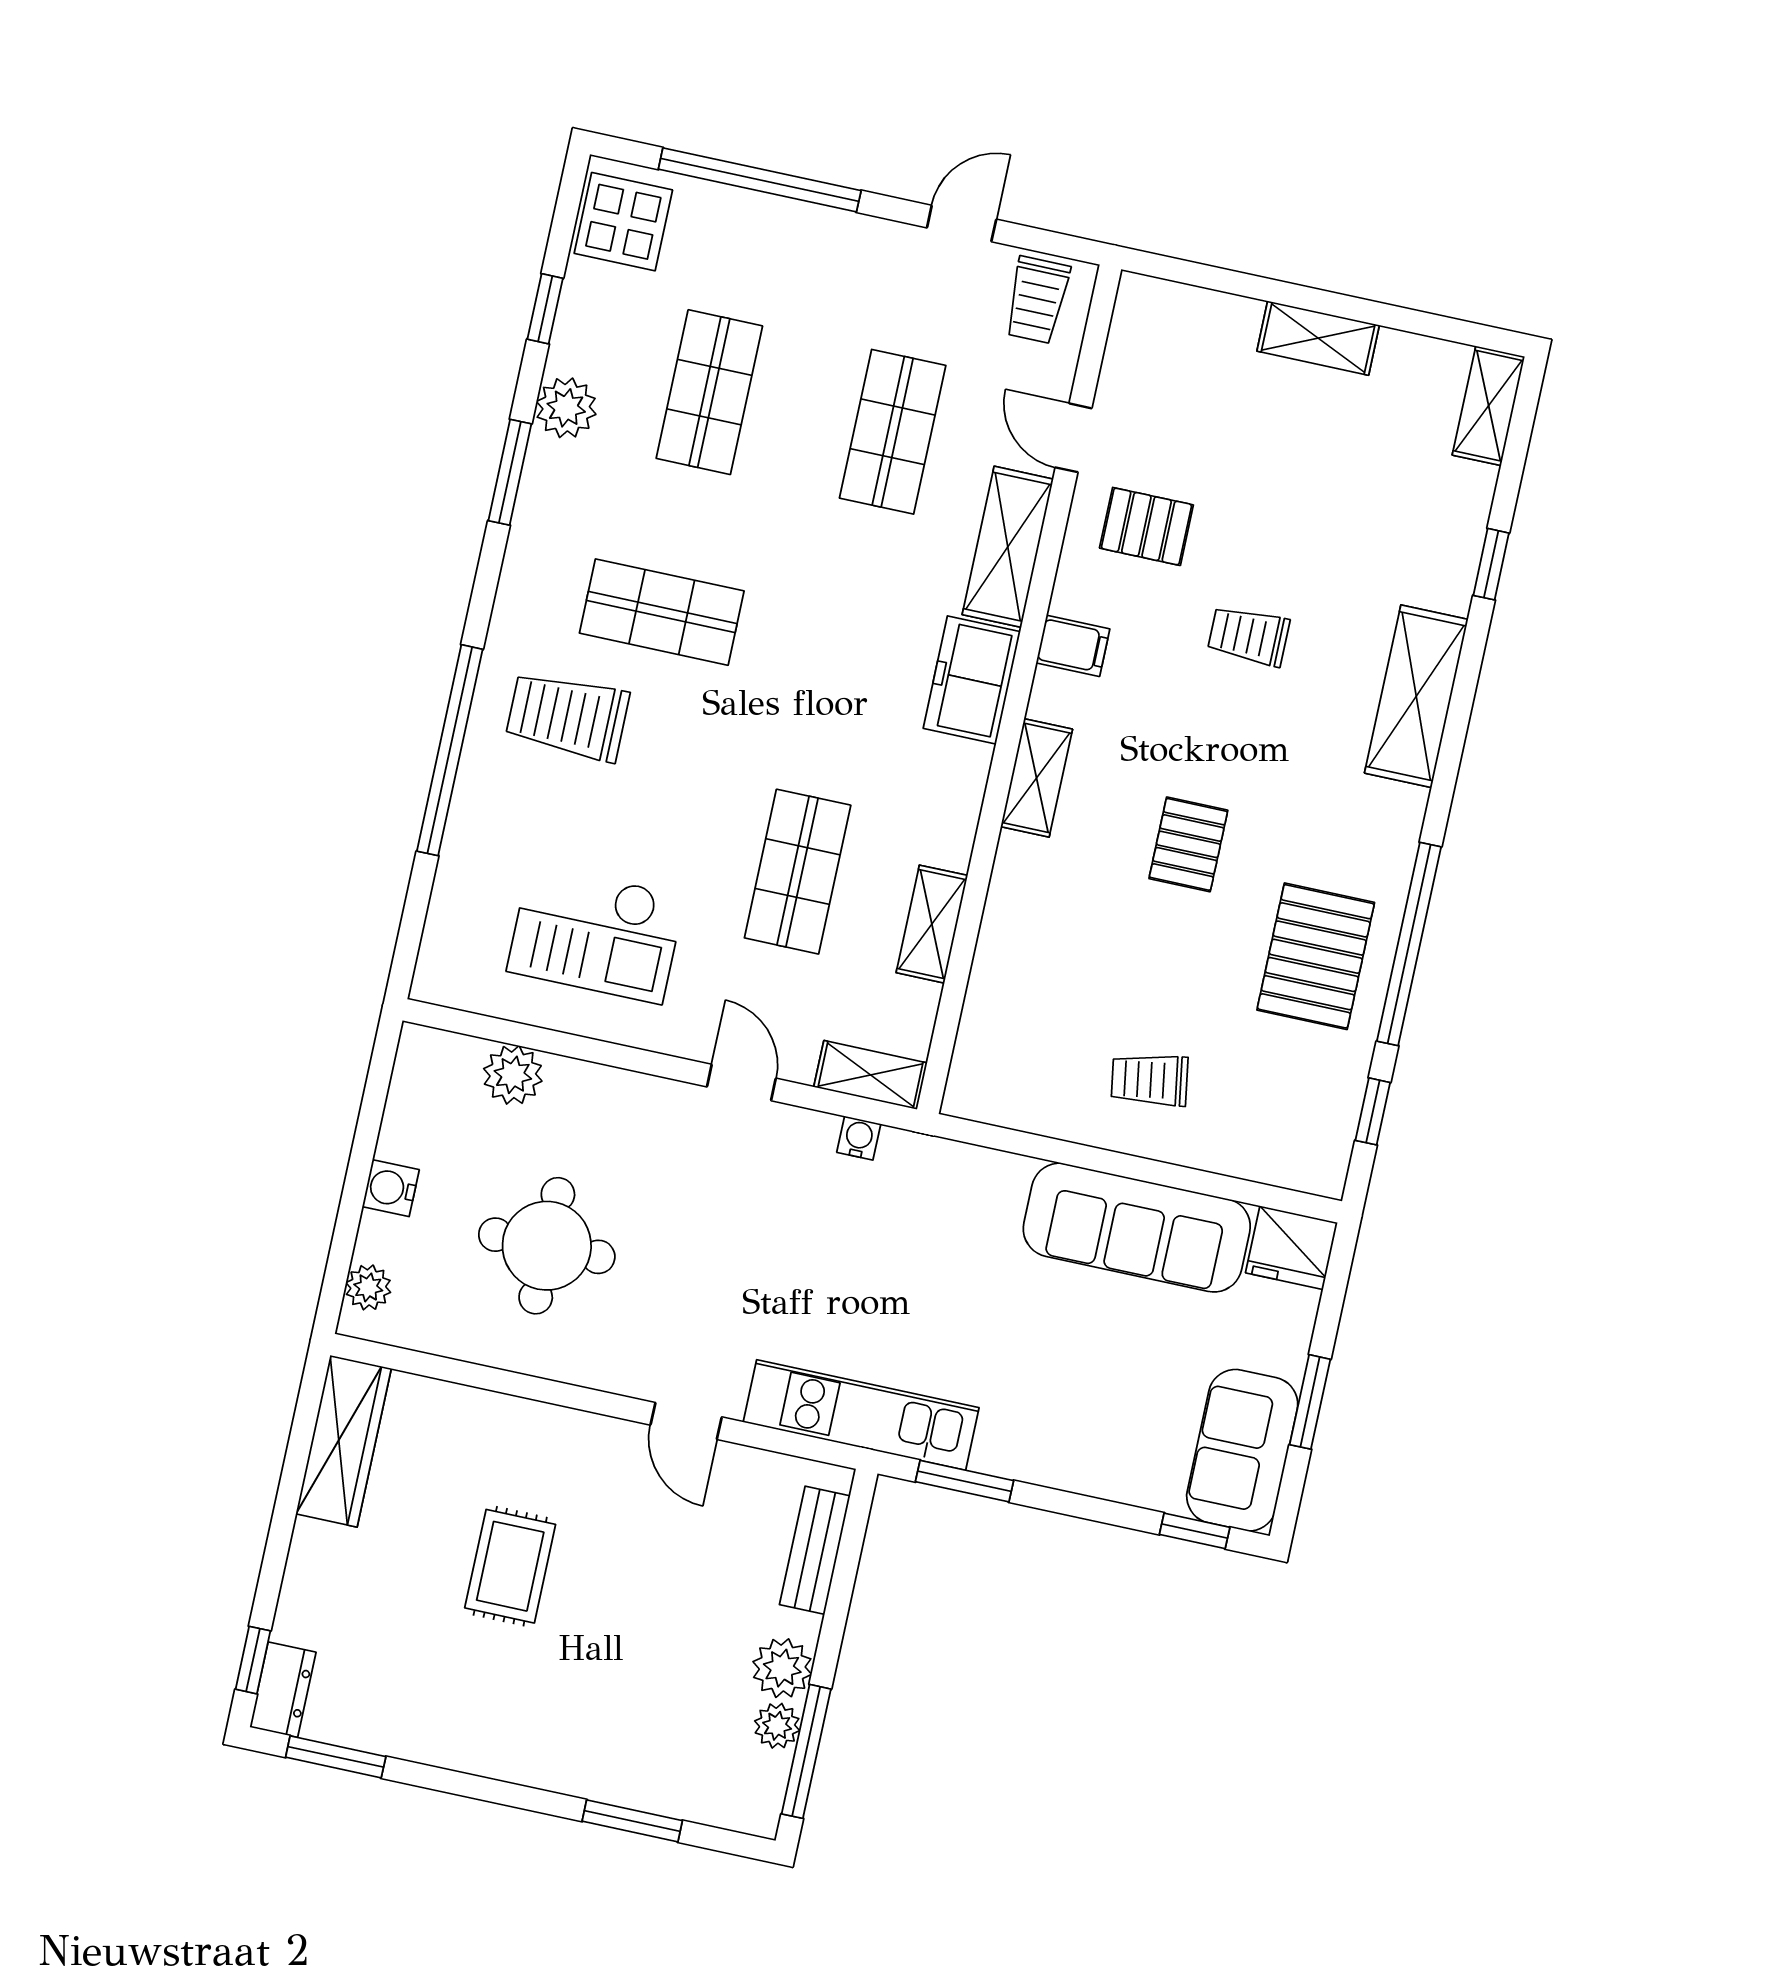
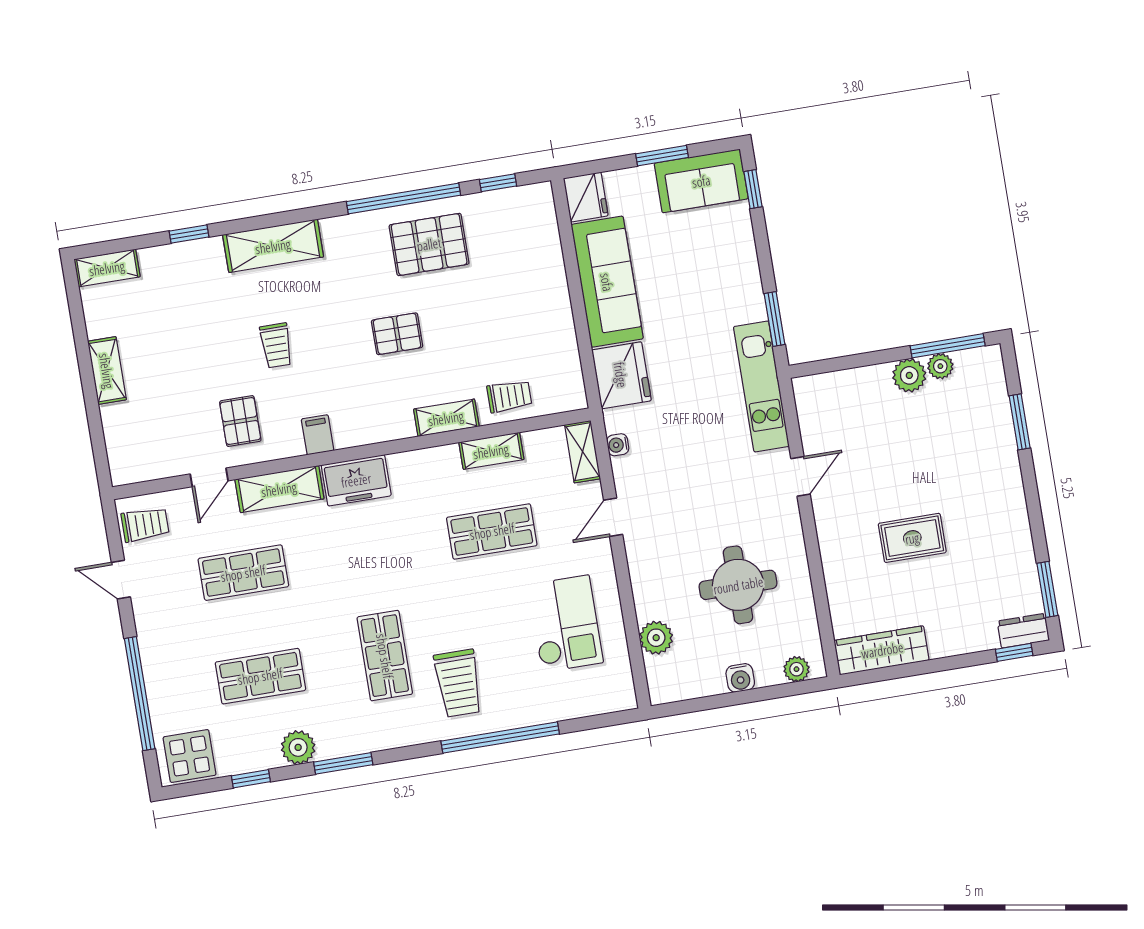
shelving: (1037, 778) -> (446, 418), moved
trolley: (1150, 1080) -> (509, 396), moved, turned -81
fridge: (972, 1190) -> (621, 375), added
bench: (815, 1550) -> (841, 383), removed

